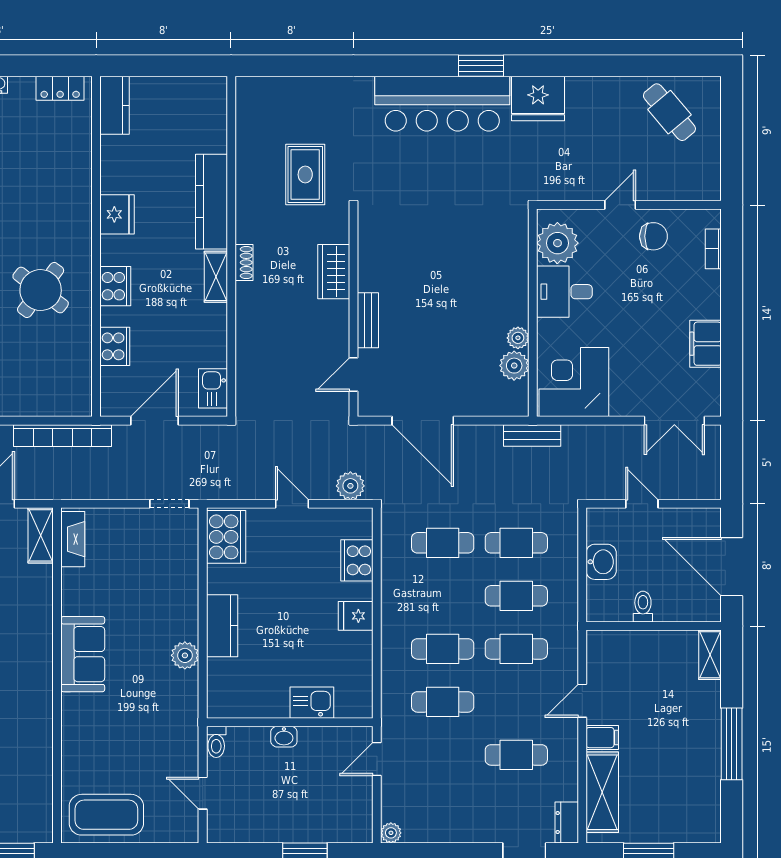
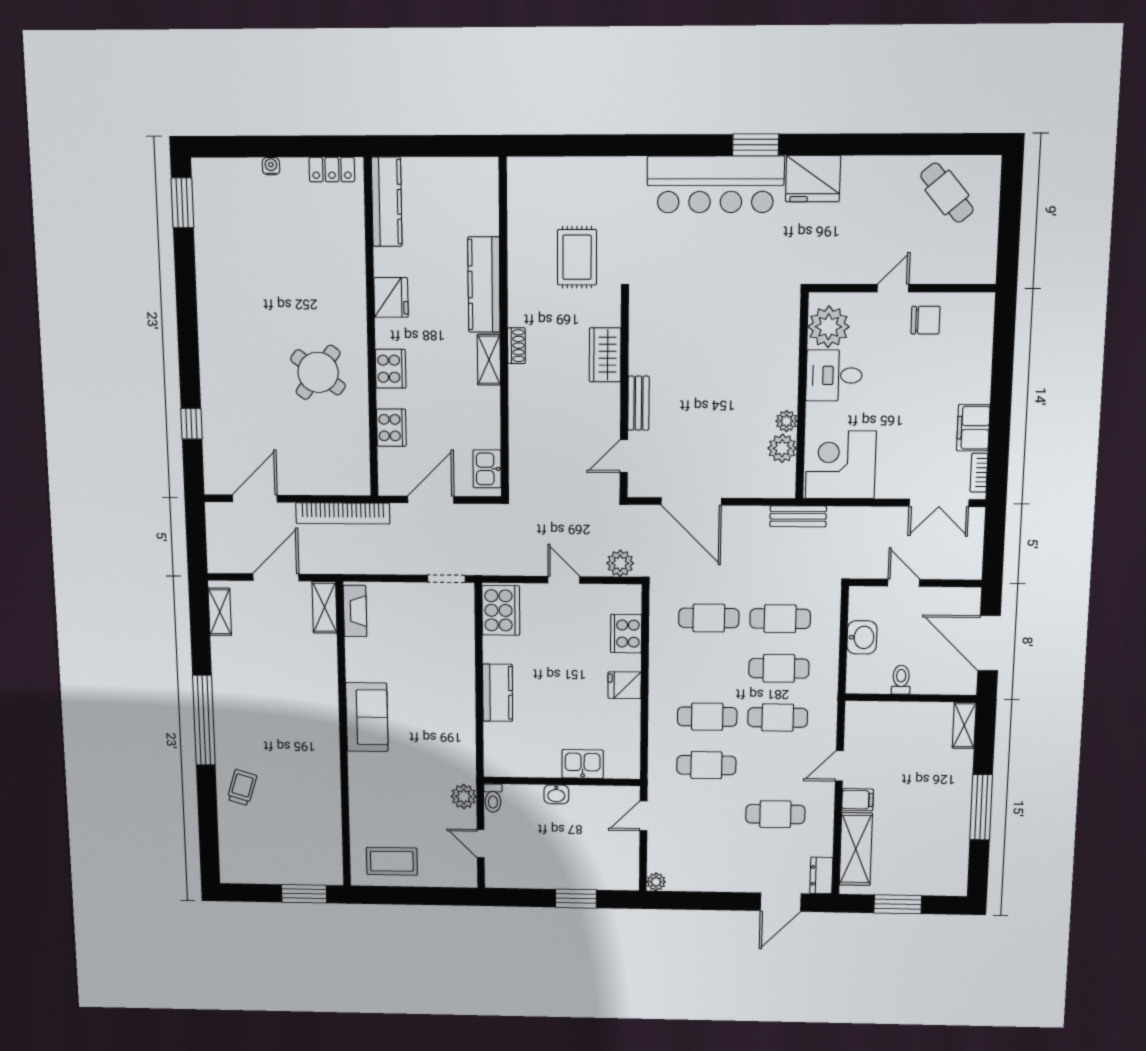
kitchen counter: (115, 105) -> (387, 202), width x1.50
bookcase: (713, 249) -> (979, 473), moved
plant: (185, 655) -> (464, 796), moved
coffee table: (106, 815) -> (392, 861), width x0.73, depth x0.76

